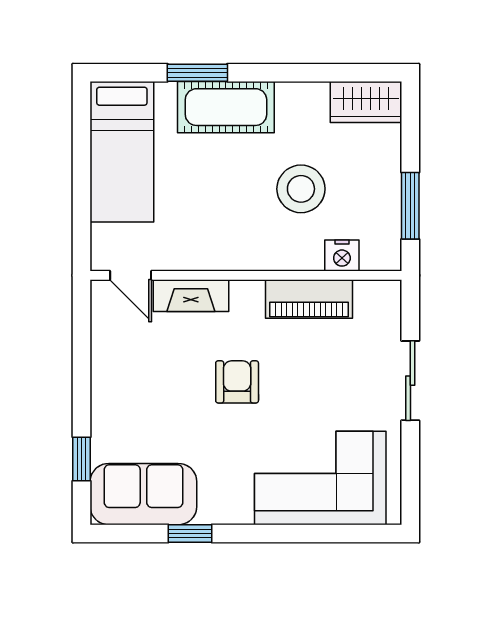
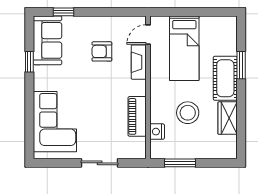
wardrobe: (366, 102) -> (228, 118), moved
bed: (122, 152) -> (184, 48), moved, turned -90
armchair: (237, 382) -> (102, 51), moved, turned 180

